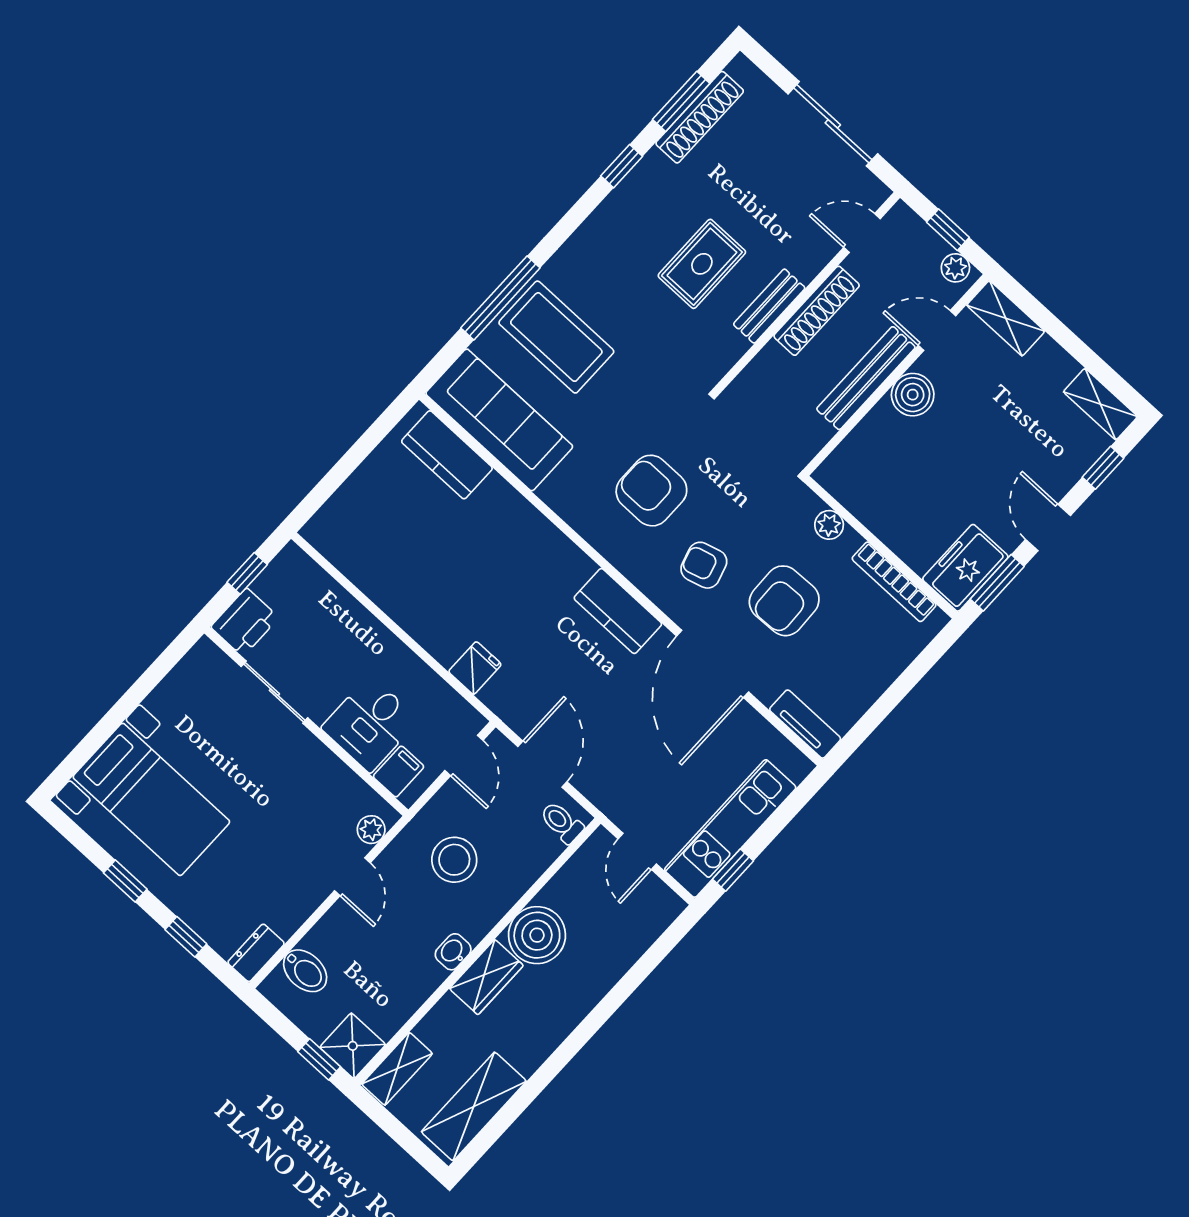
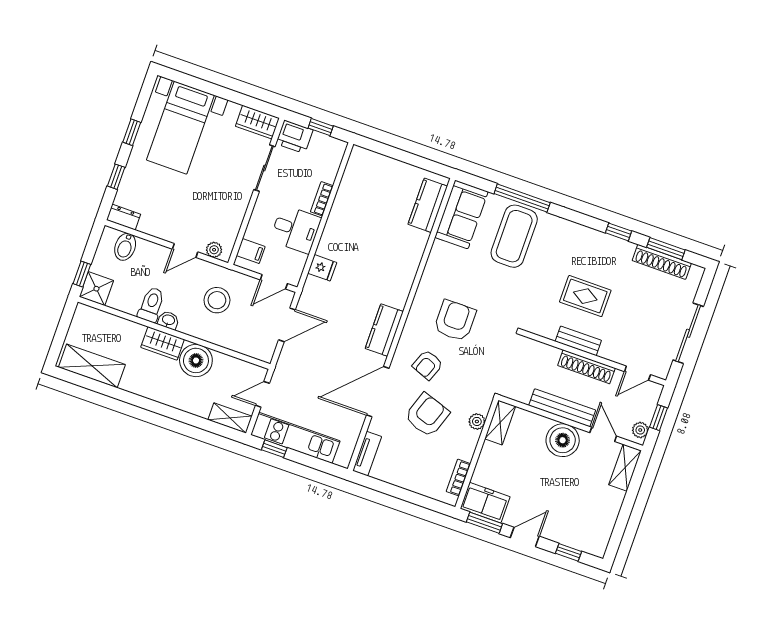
door: (862, 233) -> (637, 373), swing flipped
boiler: (913, 395) -> (563, 440), width x1.37, depth x1.37
shelving: (1100, 404) -> (500, 423), moved
sofa: (499, 420) -> (461, 214), width x0.73
armchair: (704, 565) -> (428, 365), turned -143
bookcase: (894, 582) -> (458, 478), width x0.64
armchair: (784, 601) -> (427, 415), turned 111
bookcase: (364, 621) -> (322, 199), added
wardrobe: (196, 672) -> (257, 122), added
desk: (370, 724) -> (296, 229), moved, turned 180
toilet: (562, 822) -> (151, 305), moved, width x1.37, depth x1.39
shelving: (397, 1069) -> (230, 418), moved

